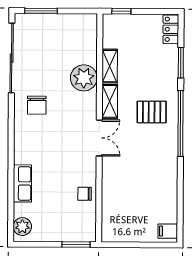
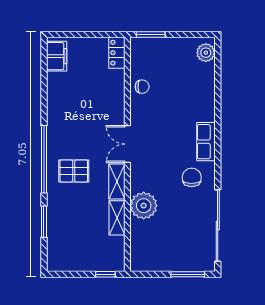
locker: (171, 29) -> (117, 53), moved, turned 180
row of seats: (22, 183) -> (206, 142), moved
filing cabinet: (168, 231) -> (57, 56), width x2.00

